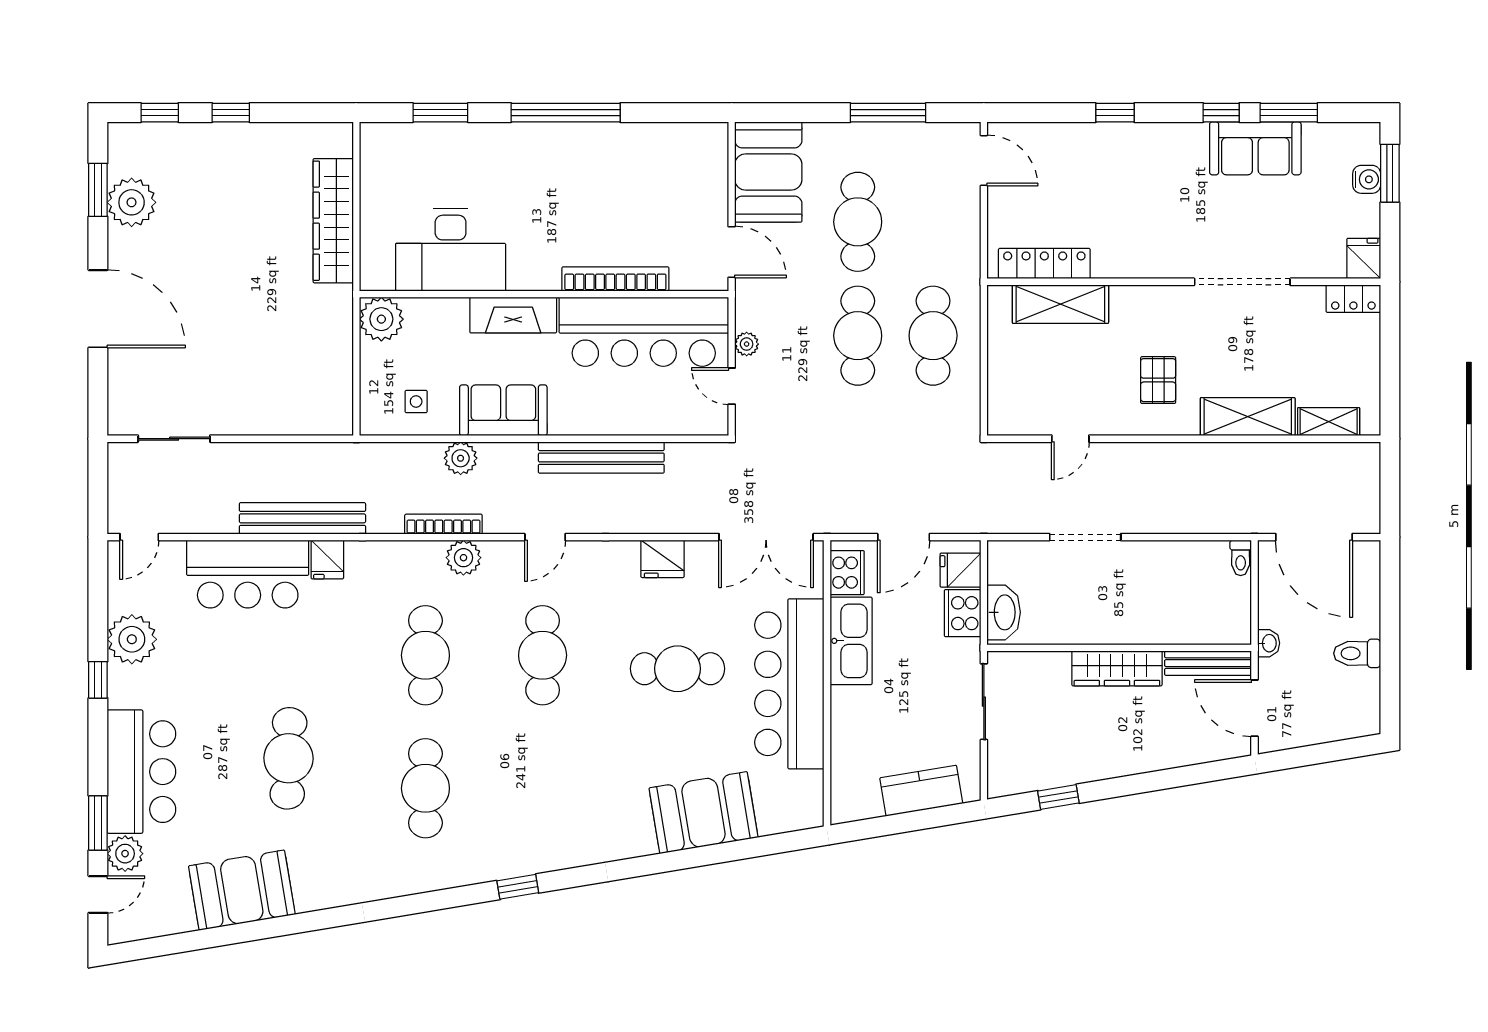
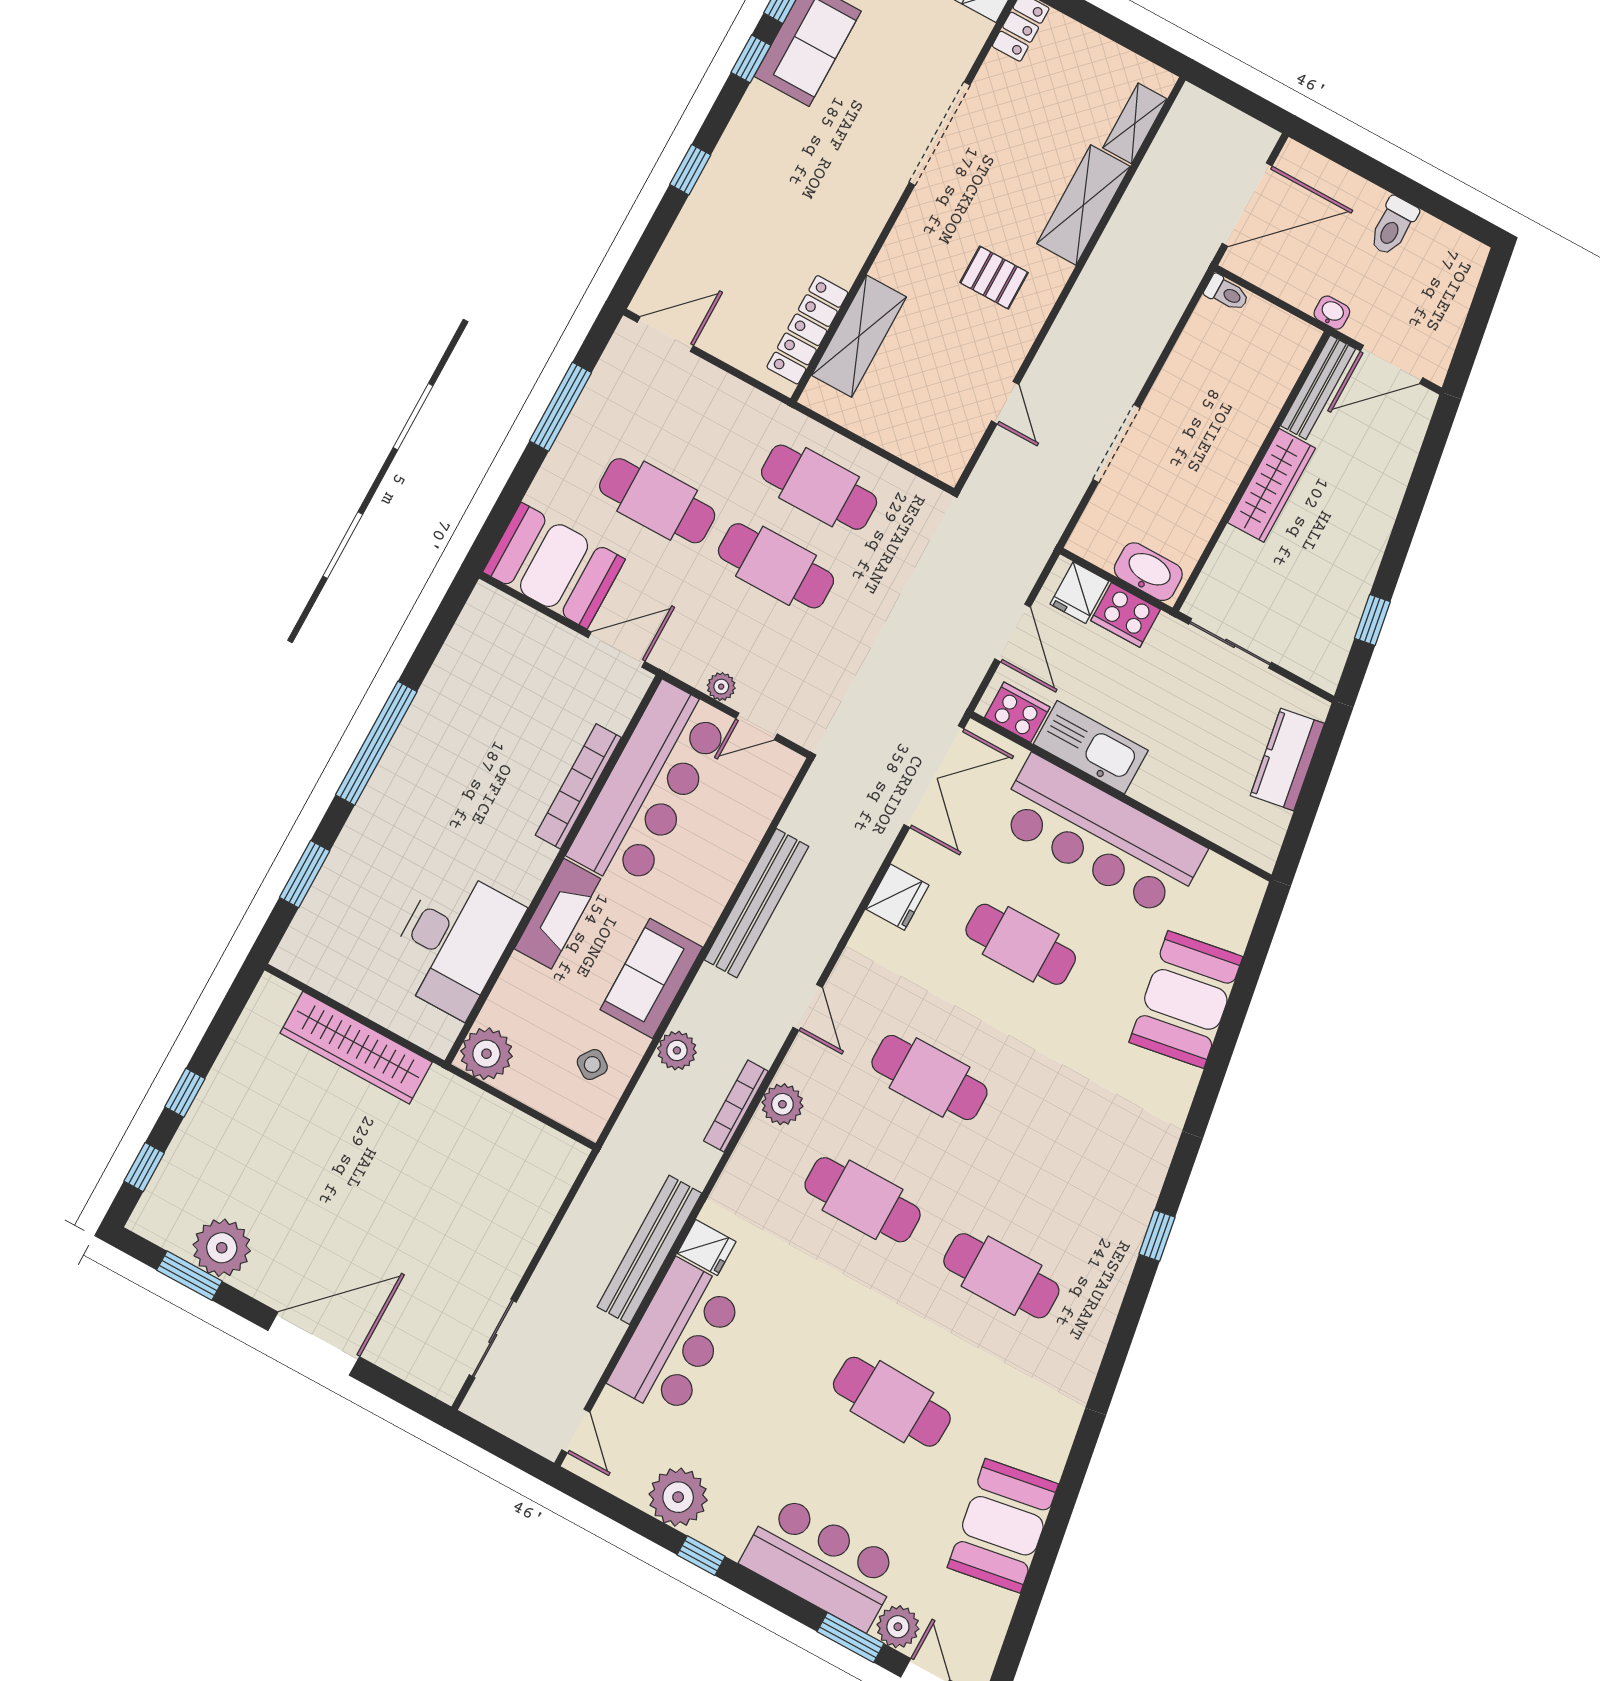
side table: (416, 402) -> (592, 1065), turned 35
cafe table: (678, 669) -> (1021, 944), turned 90

